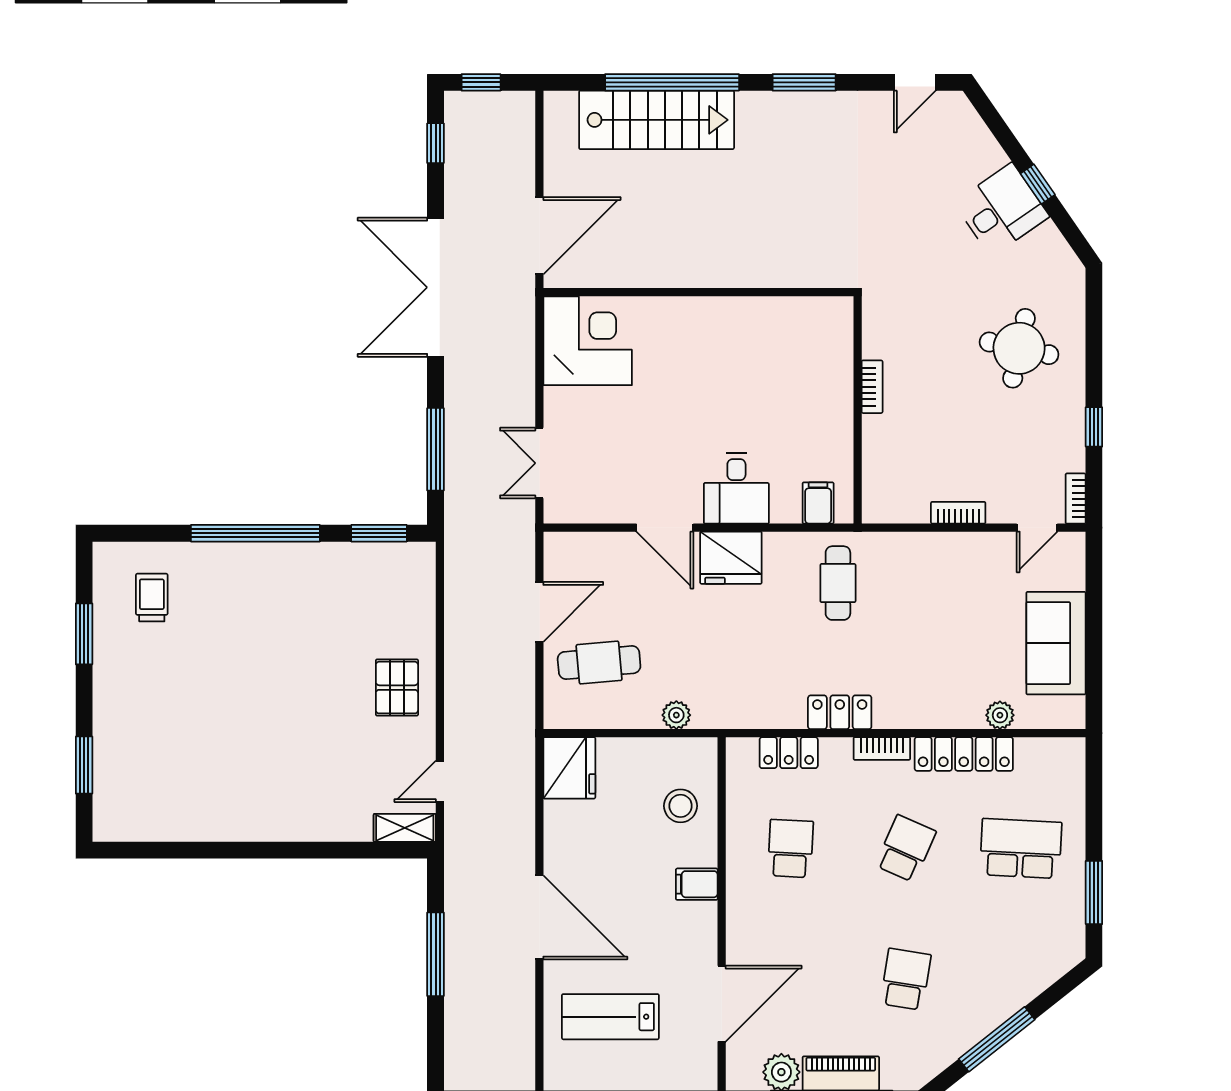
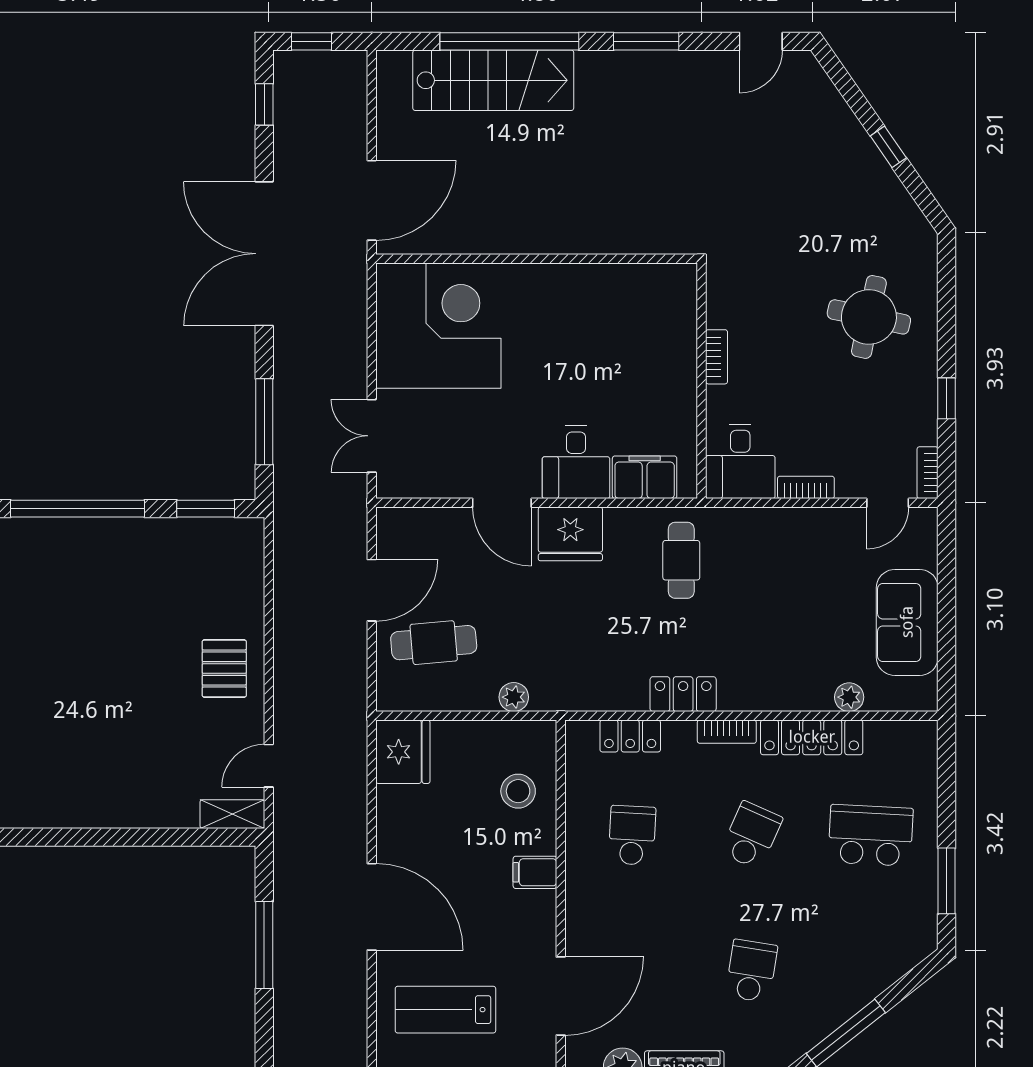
desk: (1001, 210) -> (740, 461), moved, turned 125
corner desk: (588, 341) -> (438, 326), width x1.36, depth x1.36
filing cabinet: (818, 503) -> (645, 477), width x2.00

